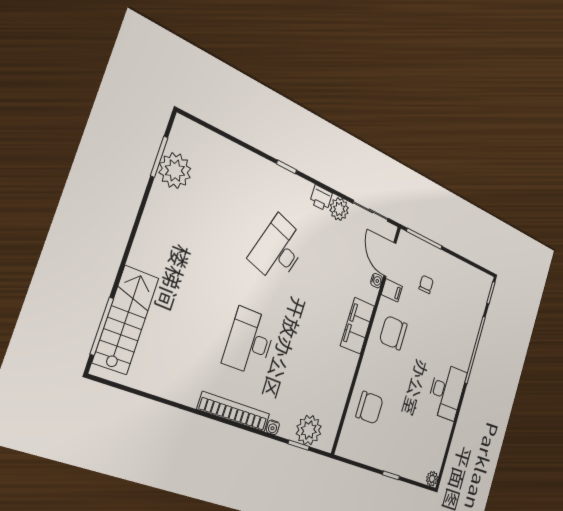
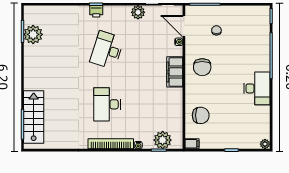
printer: (321, 198) -> (96, 11), moved
filing cabinet: (392, 290) -> (192, 144), moved
chair: (393, 333) -> (202, 67), turned -90

